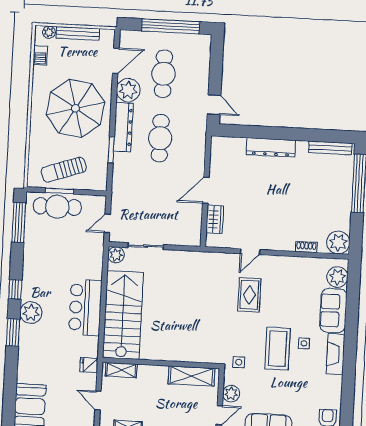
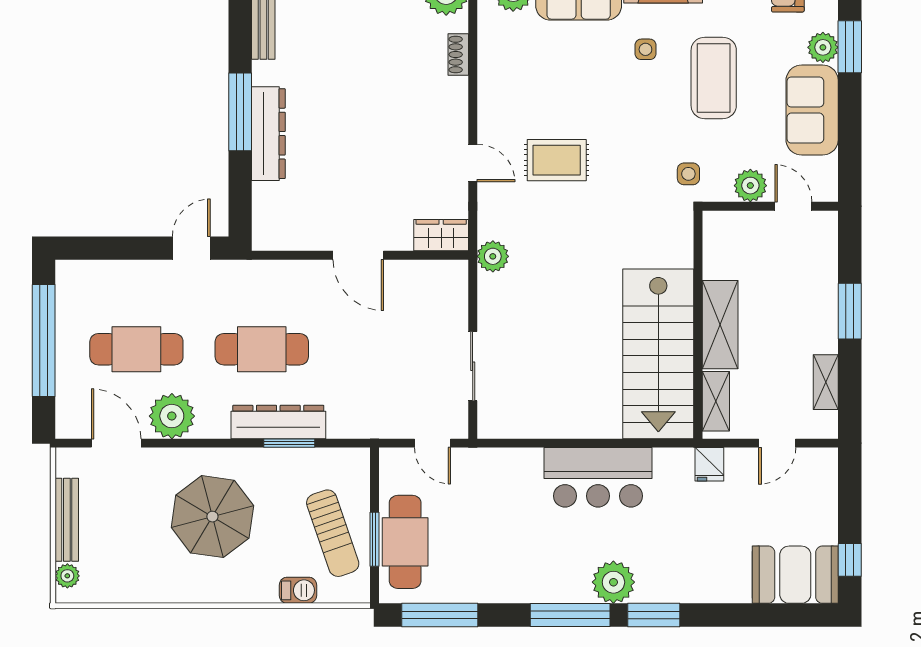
barbecue: (40, 55) -> (298, 590), moved
parasol: (75, 108) -> (212, 517), width x0.73, depth x0.73
dresser: (123, 127) -> (278, 422), moved
window: (283, 133) -> (240, 112), added
wardrobe: (215, 219) -> (441, 235), moved
plant: (116, 255) -> (493, 256), moved
window: (15, 289) -> (570, 615), width x2.17
stairs: (123, 315) -> (658, 354), moved, turned -90
coffee table: (278, 349) -> (714, 78), moved, turned 90
shelving: (192, 376) -> (720, 325), moved

